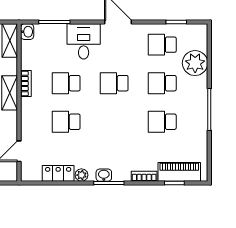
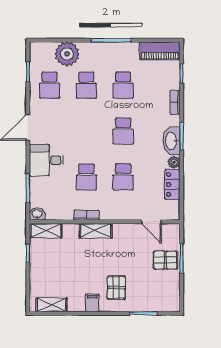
school desk: (114, 83) -> (123, 131), moved
piano: (179, 172) -> (160, 51), moved, turned -90
washbasin: (104, 175) -> (171, 141), width x1.91, depth x1.45

